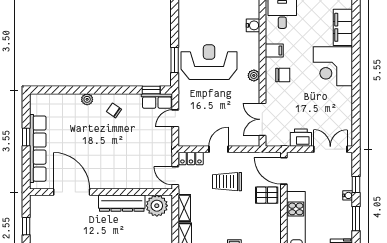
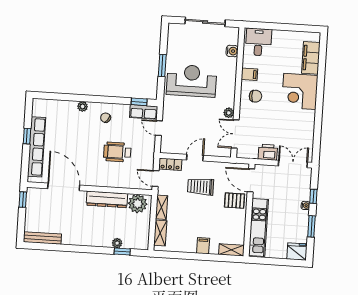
window: (175, 60) -> (162, 66), moved
plant: (254, 75) -> (229, 113), moved
door: (175, 118) -> (159, 128), hinge flipped
wheelchair: (130, 148) -> (117, 152), added
window: (26, 226) -> (23, 200), moved

